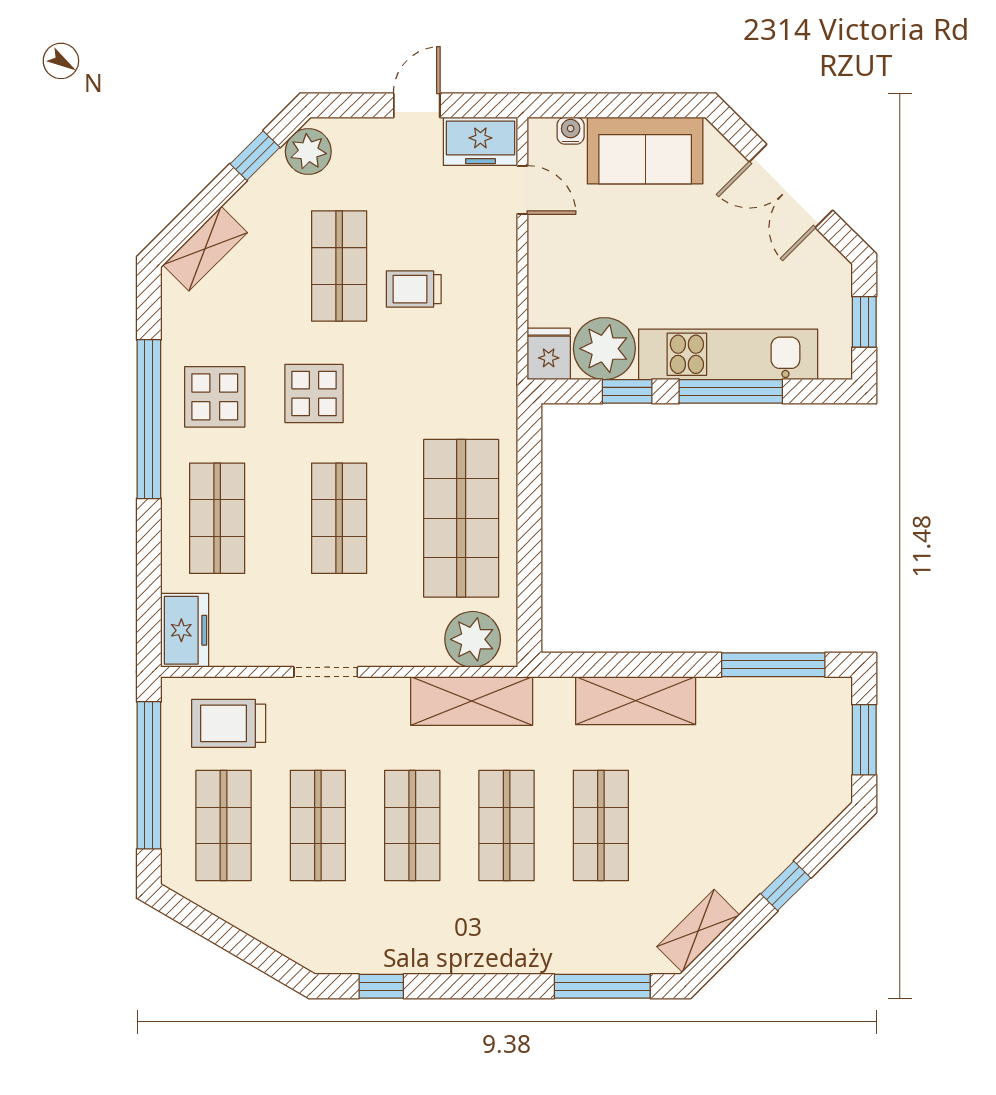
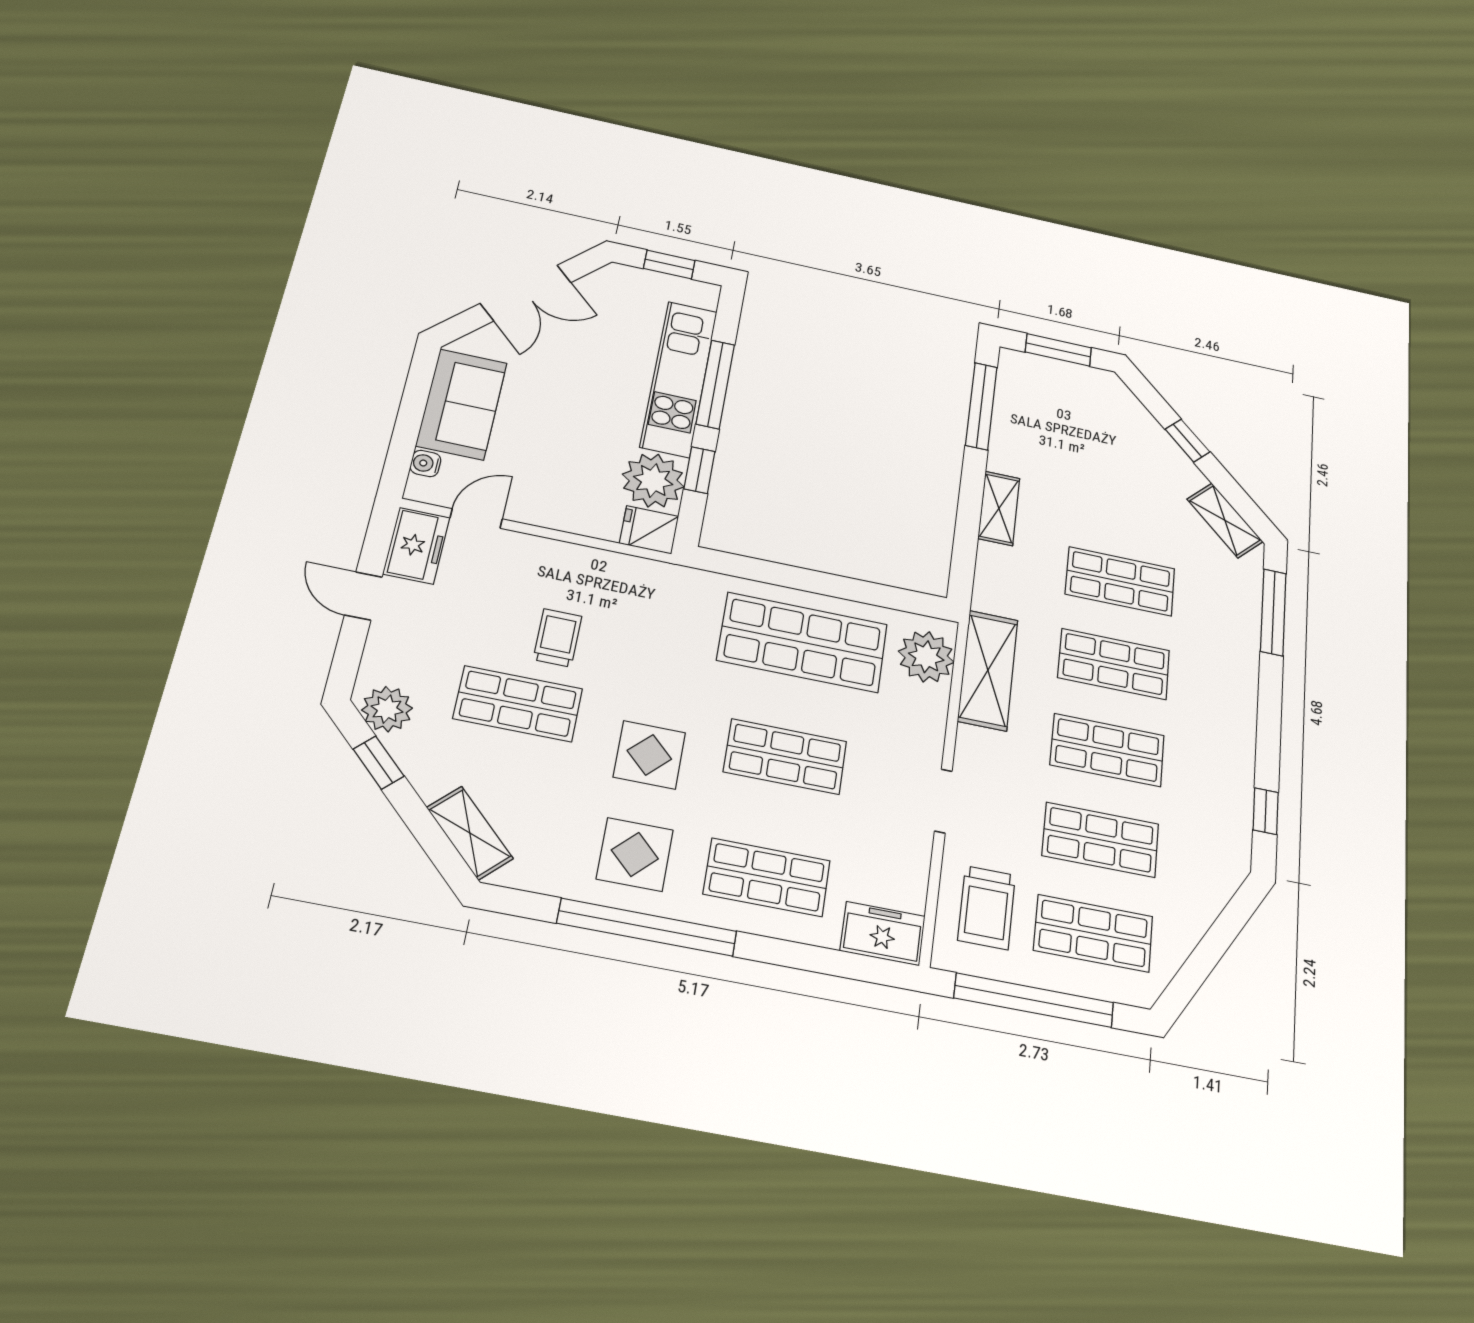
trolley: (414, 289) -> (558, 638), turned 180
shelving: (636, 701) -> (999, 508), width x0.67, depth x0.75

